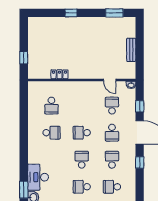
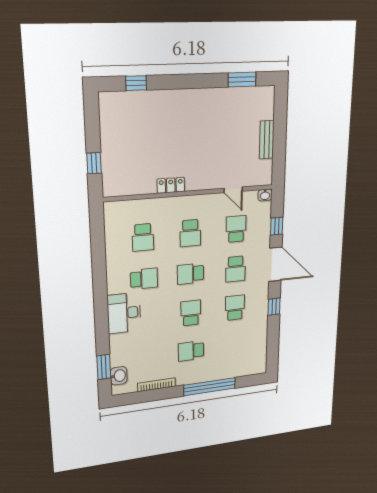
window: (71, 13) -> (136, 83), moved
locker: (59, 74) -> (171, 185), moved
desk: (38, 177) -> (124, 313), moved
school desk: (112, 187) -> (190, 233), moved, turned -90

